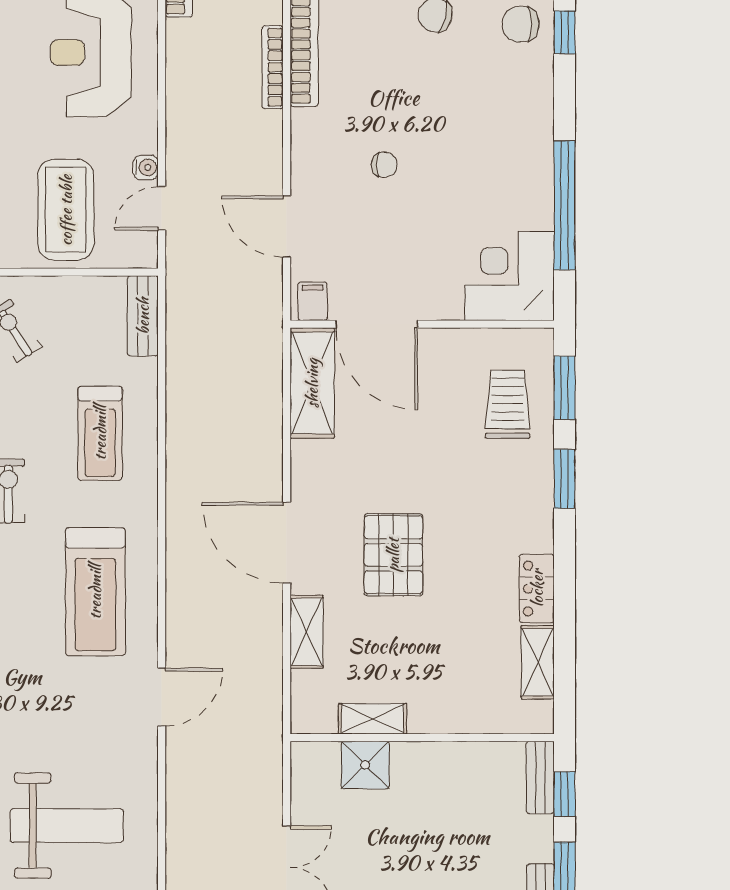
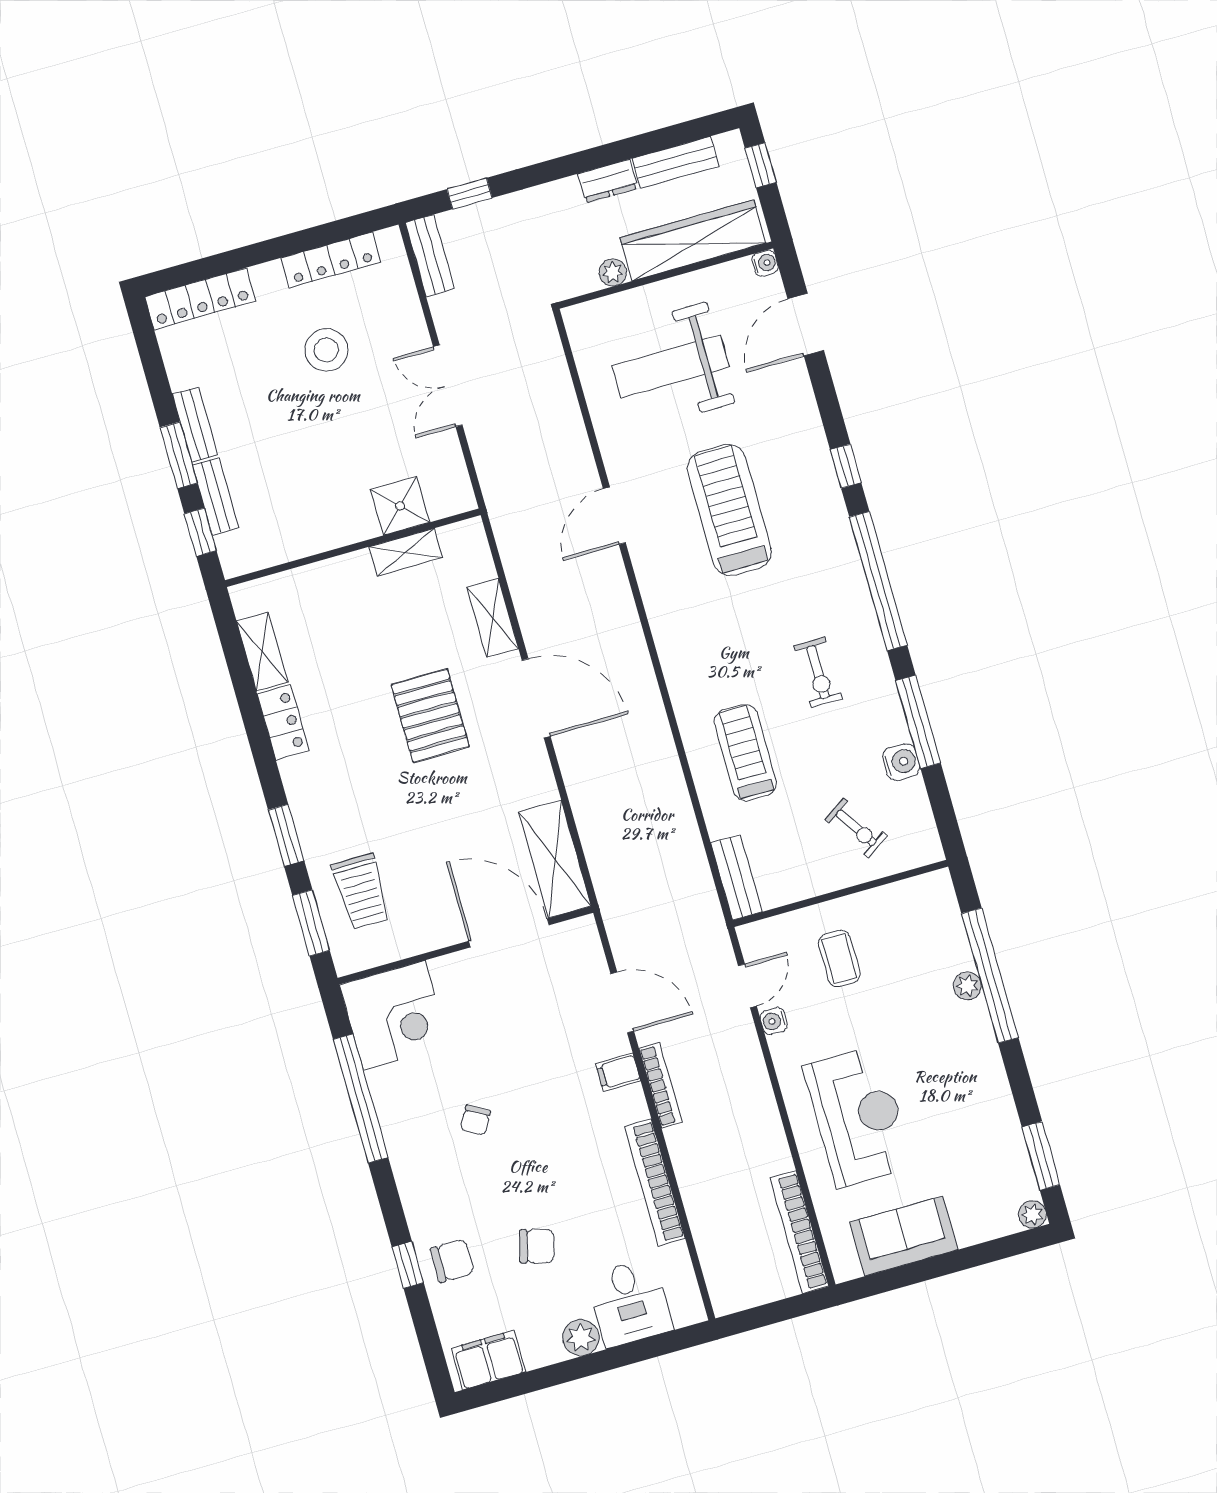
bookcase: (273, 67) -> (660, 1085), moved
chair: (384, 165) -> (475, 1120), moved, turned -60
coffee table: (66, 210) -> (839, 959), width x0.54, depth x0.58
filing cabinet: (313, 301) -> (618, 1072), moved, turned 90
treadmill: (95, 592) -> (729, 510), moved
bench: (540, 777) -> (216, 496), moved

